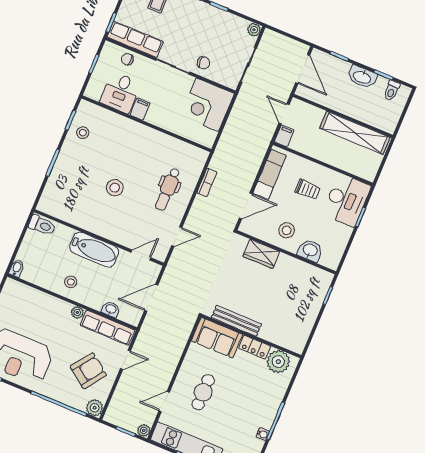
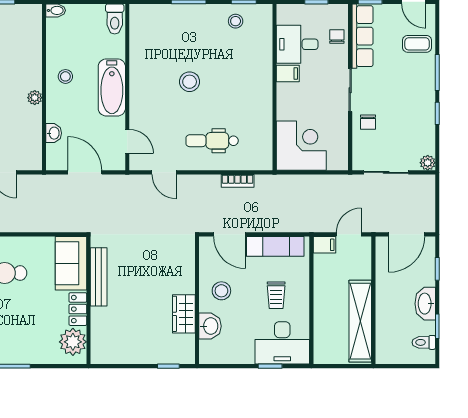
corner desk: (207, 105) -> (301, 146), moved, turned 90
wardrobe: (261, 254) -> (184, 314), moved
row of seats: (107, 328) -> (32, 138), removed

